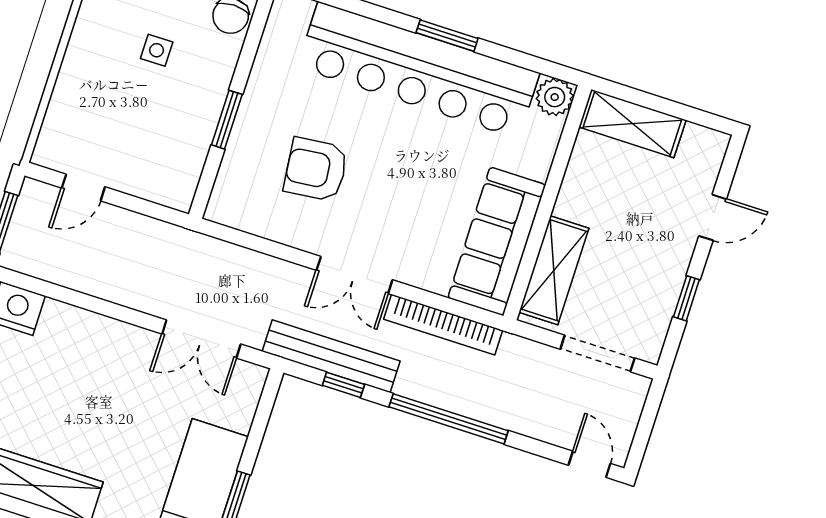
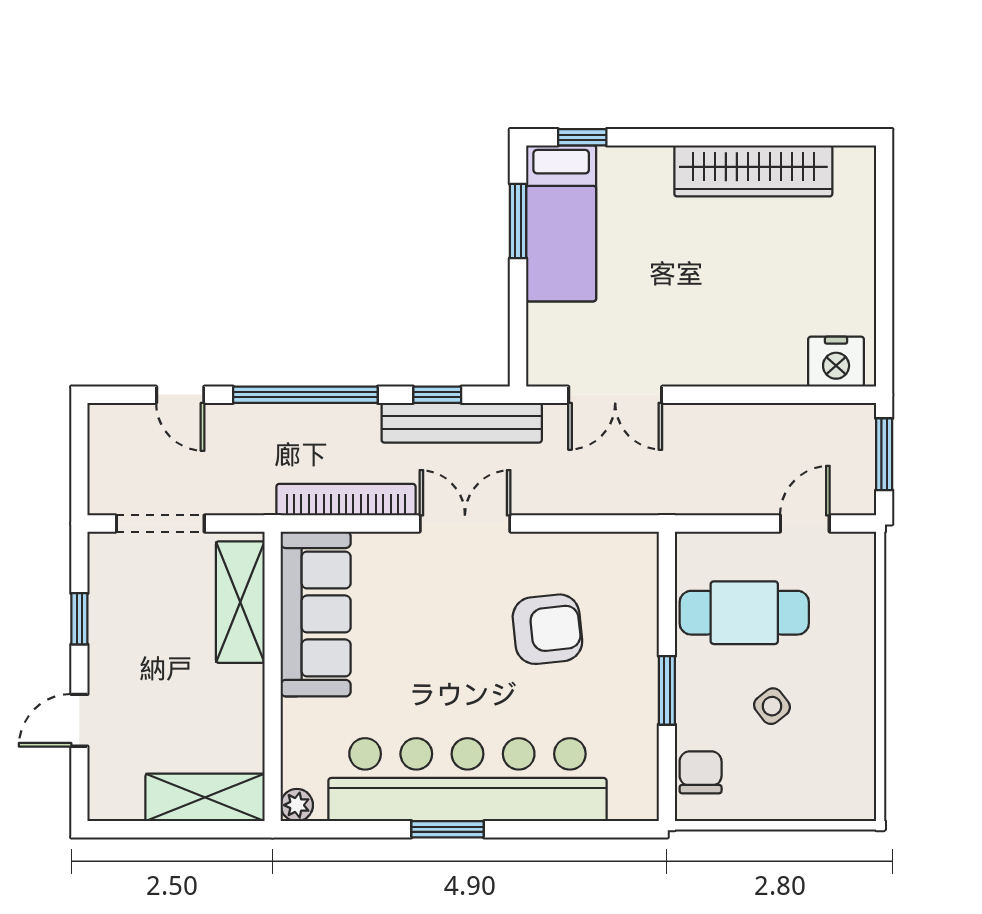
side table: (157, 50) -> (772, 706), turned -38
plant: (555, 97) -> (297, 805), width x0.73, depth x0.73
window: (227, 120) -> (667, 690), moved
cafe table: (155, 132) -> (744, 613), added
double door: (201, 339) -> (615, 395), swing flipped
door: (589, 464) -> (180, 395), moved

